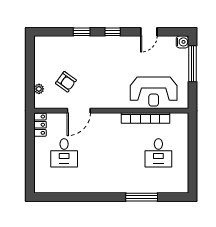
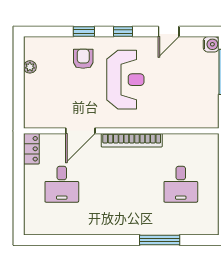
armchair: (66, 82) -> (83, 59), moved, turned -126
plant: (39, 89) -> (30, 67), moved
reception desk: (154, 92) -> (125, 80), moved, turned -90
bookcase: (145, 118) -> (132, 140), moved

